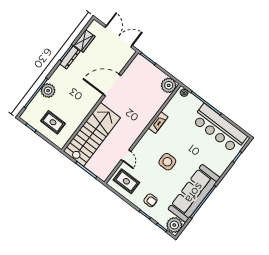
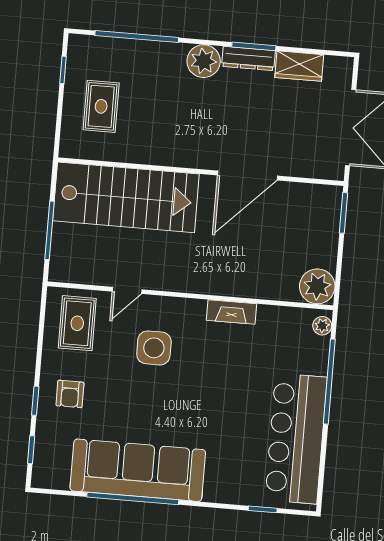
door: (112, 85) -> (247, 176), swing flipped
plant: (48, 91) -> (204, 61), moved
side table: (167, 162) -> (154, 348), moved
plant: (174, 225) -> (51, 471), removed

